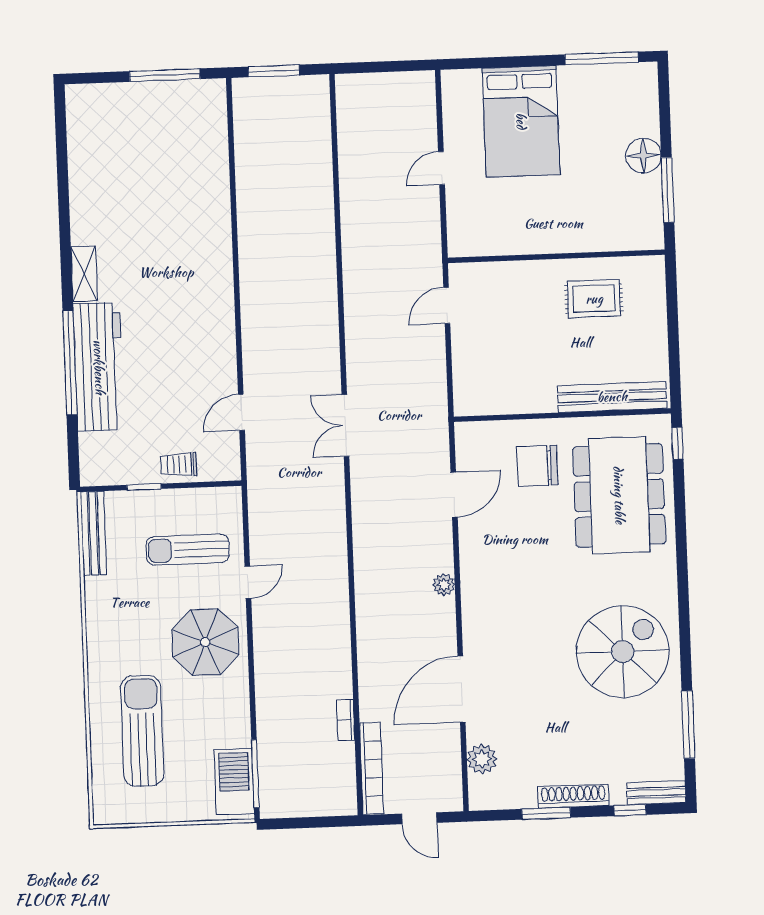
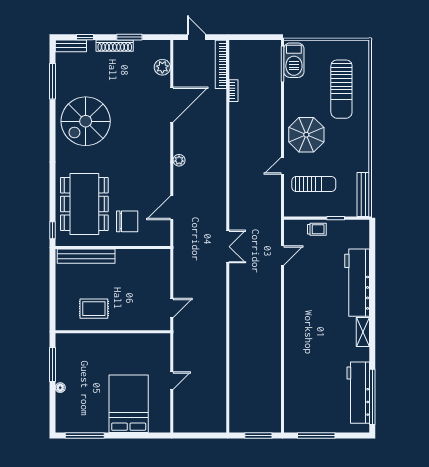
floor lamp: (643, 156) -> (60, 388), width x0.53, depth x0.53
workbench: (89, 159) -> (358, 393), added
window: (70, 363) -> (372, 397), moved

